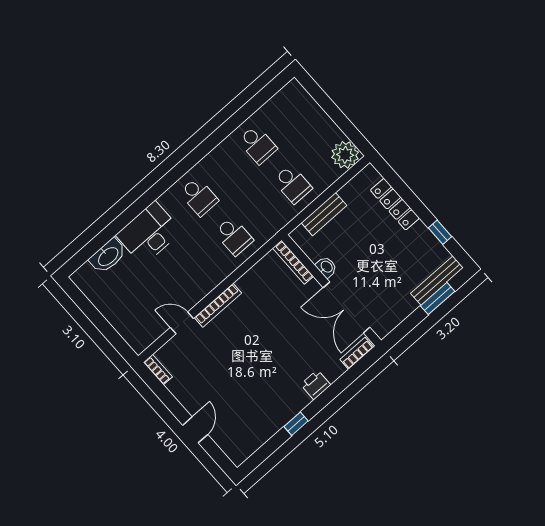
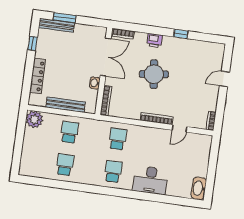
bench: (324, 214) -> (66, 105), width x1.36
washbasin: (108, 256) -> (199, 188), moved, turned -90
door: (182, 323) -> (179, 128), hinge flipped
round table: (275, 348) -> (154, 74), added

